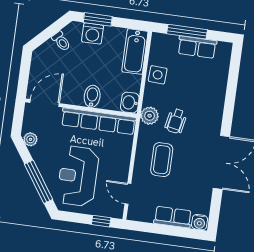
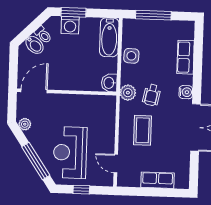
row of seats: (197, 47) -> (186, 57), moved, turned 90
bidet: (92, 96) -> (34, 45), moved, turned 135
row of seats: (99, 121) -> (83, 102), removed
window: (101, 221) -> (81, 190), moved
water cooler: (199, 222) -> (186, 92), moved, turned -90

